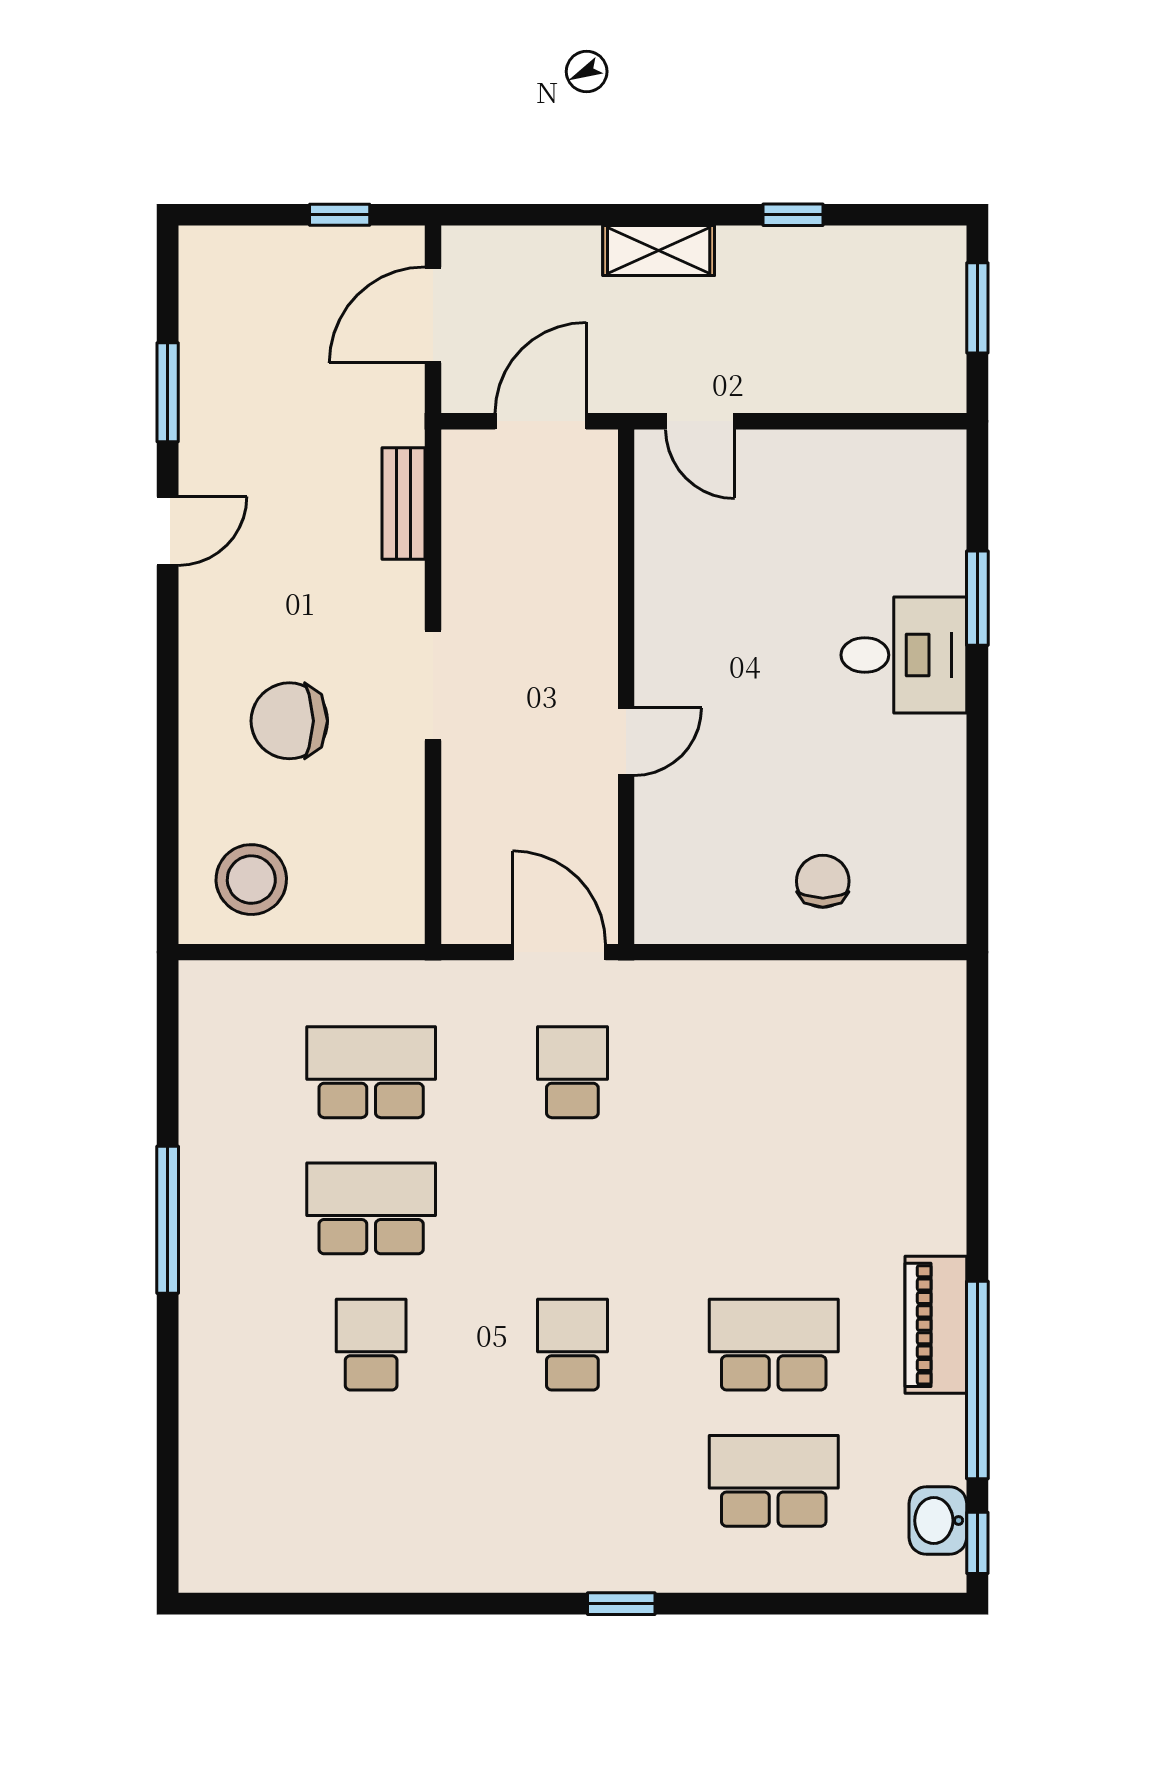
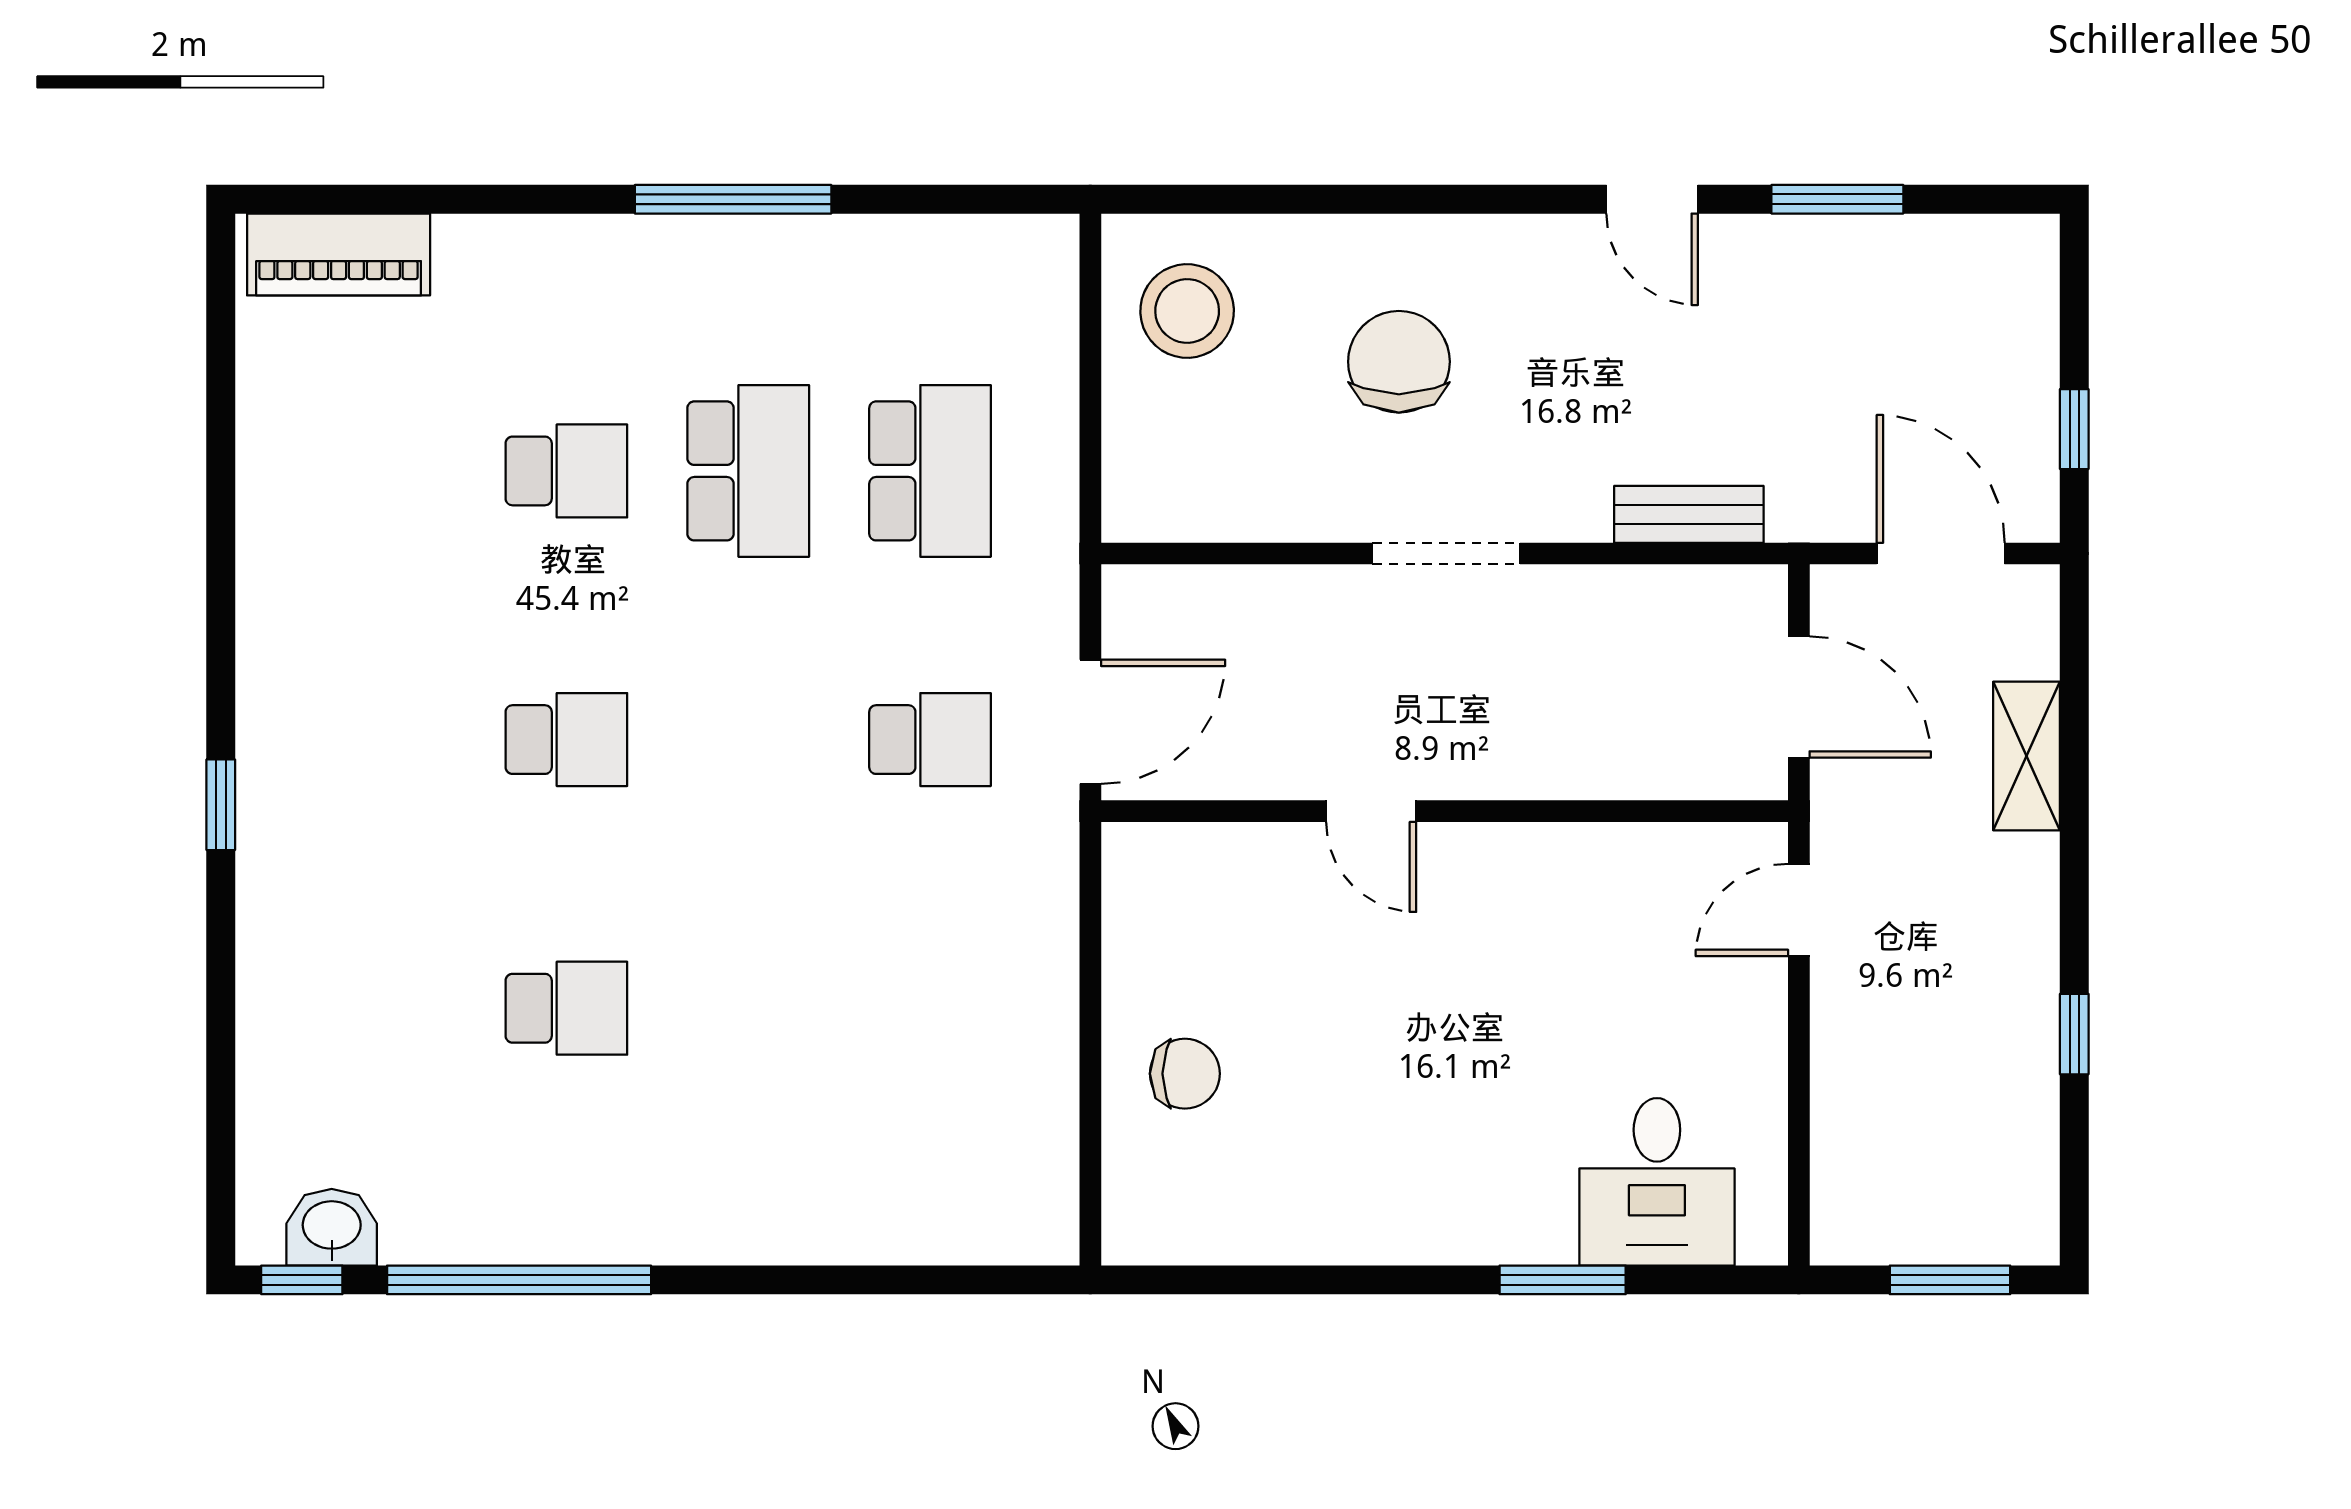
shelving: (659, 251) -> (2027, 756), moved
desk: (904, 655) -> (1657, 1182), moved
piano: (936, 1325) -> (339, 255), moved, turned 180
school desk: (774, 1345) -> (566, 1008), width x0.54
school desk: (774, 1481) -> (385, 1008), removed

